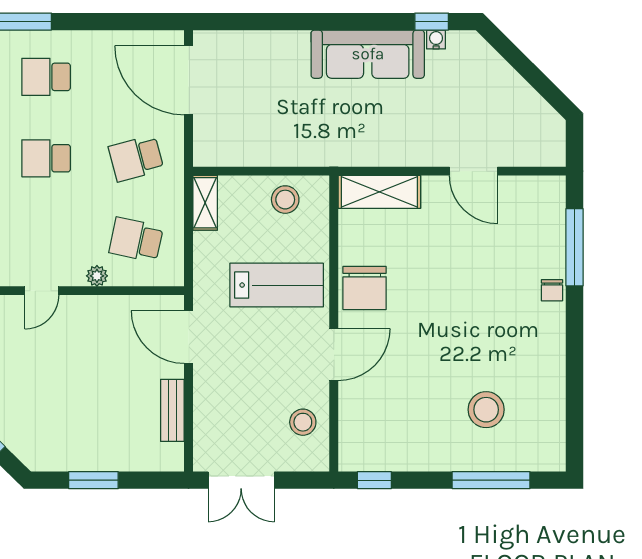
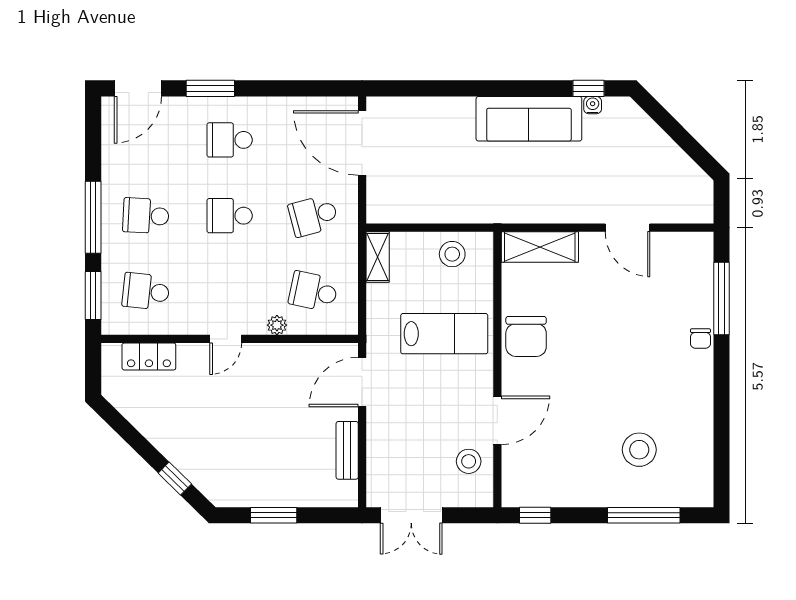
door: (189, 337) -> (362, 382), hinge flipped
door: (334, 355) -> (497, 420), moved

